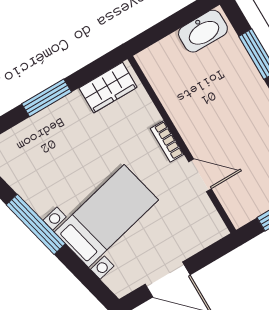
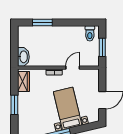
washbasin: (203, 31) -> (23, 57), moved

